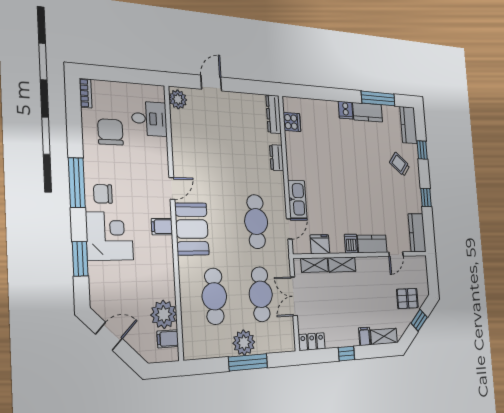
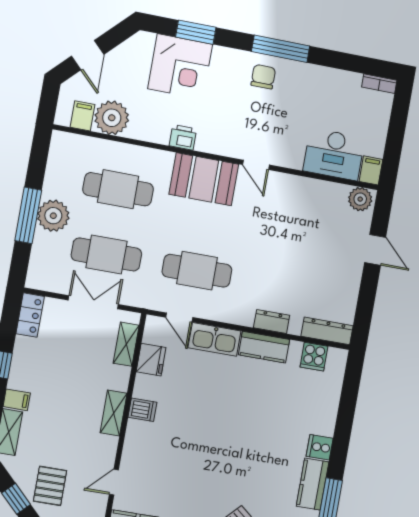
desk: (149, 119) -> (334, 154), width x1.37
chair: (110, 132) -> (332, 103), removed
filing cabinet: (162, 227) -> (371, 170), moved
corner desk: (110, 236) -> (180, 66), moved
kitchen counter: (372, 244) -> (264, 347), moved, turned 90
printer: (165, 252) -> (183, 137), added
door: (396, 254) -> (114, 482), hinge flipped
shelving: (342, 265) -> (114, 413), moved
door: (109, 336) -> (88, 55), moved

